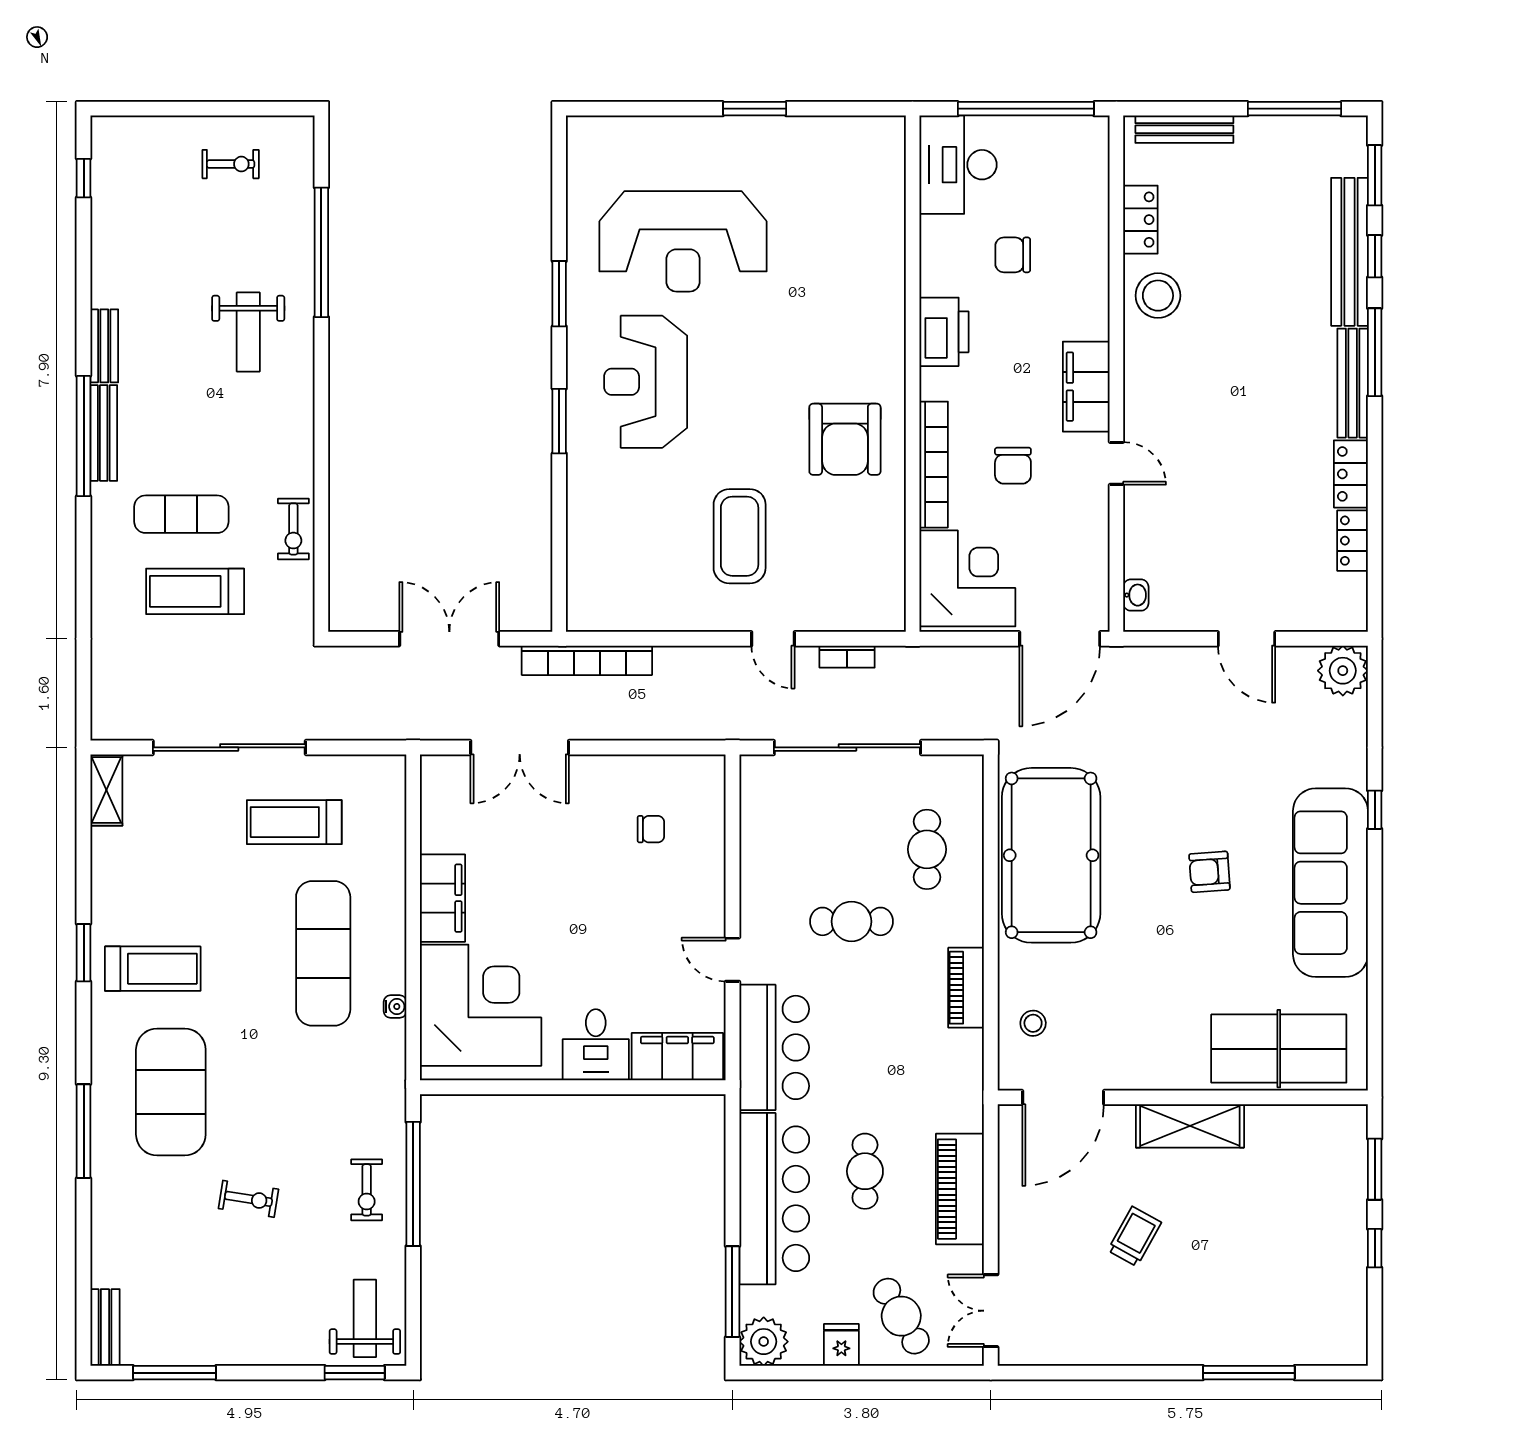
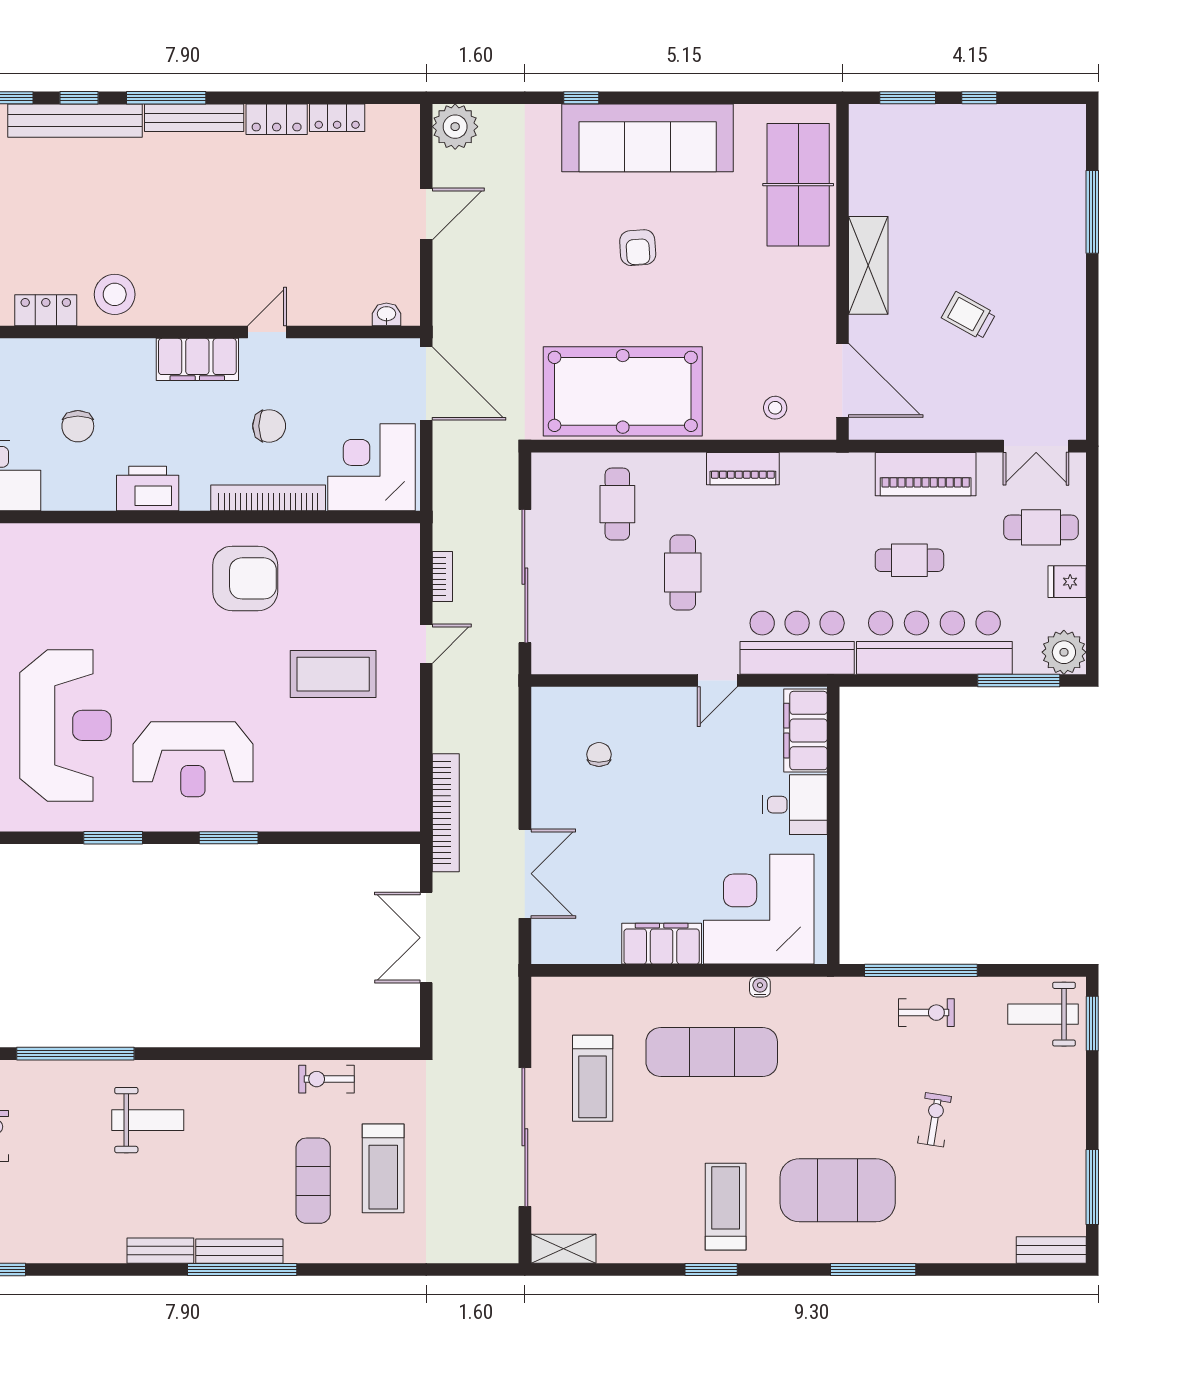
exercise bike: (293, 529) -> (327, 1079), turned 180
cafe table: (927, 849) -> (617, 504), turned 90
cafe table: (901, 1316) -> (1041, 527), turned 30

